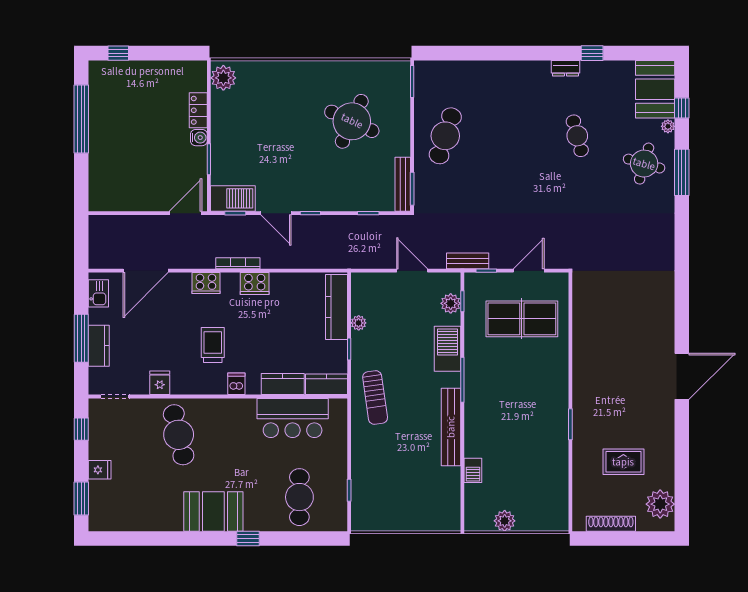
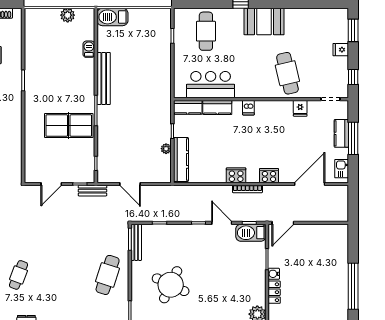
cafe table: (577, 136) -> (19, 275), turned 36
plant: (451, 303) -> (104, 162), removed
table tennis table: (522, 319) -> (69, 126), moved
trolley: (213, 345) -> (264, 134), removed
barbecue: (448, 349) -> (112, 17), moved, turned 90
sun lounger: (375, 398) -> (155, 98), removed

